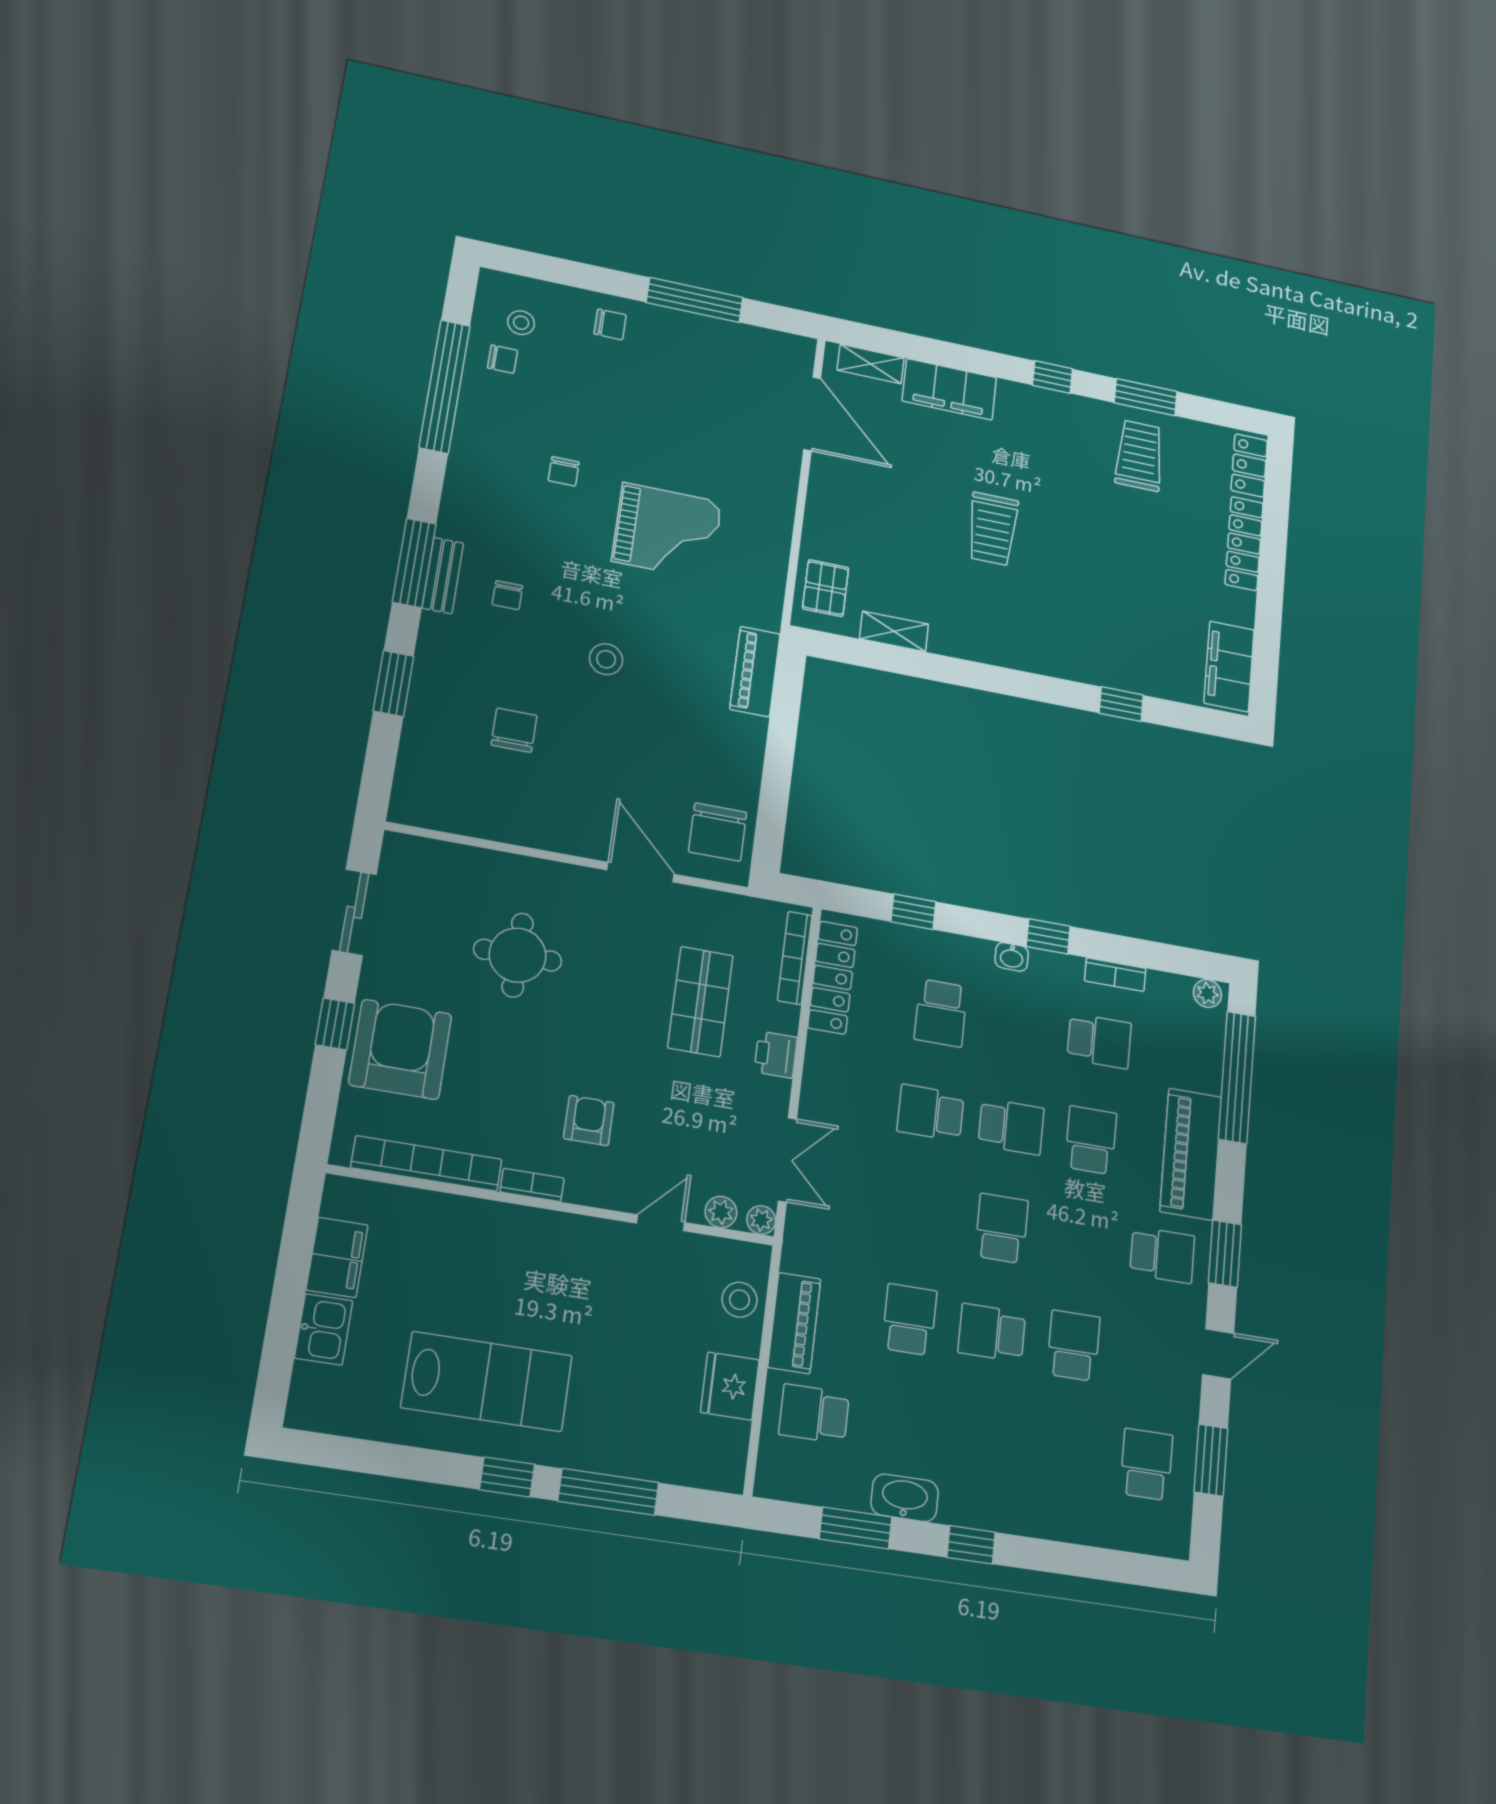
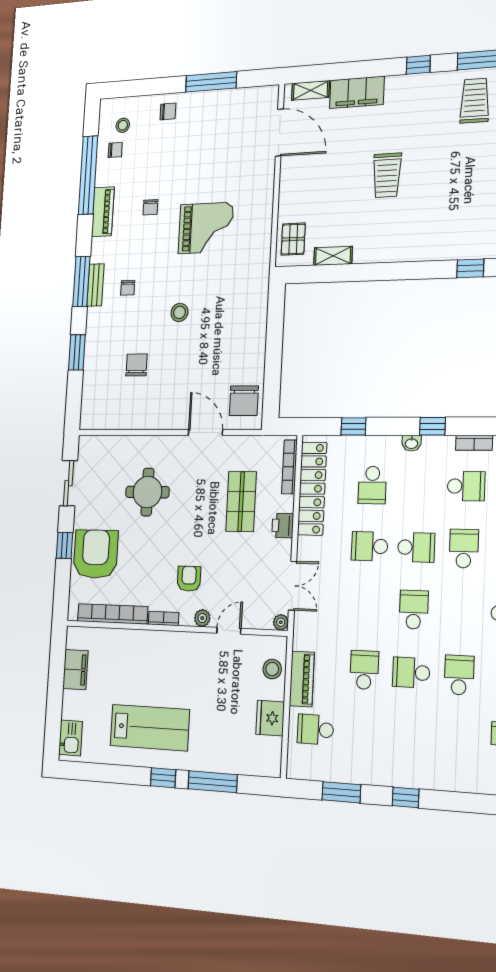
piano: (755, 672) -> (103, 212), moved, turned 180
locker: (833, 977) -> (312, 489), width x1.41, depth x1.21
plant: (721, 1212) -> (202, 618), moved
kitchen sink: (324, 1329) -> (71, 738), moved
washbasin: (905, 1498) -> (367, 773), removed

